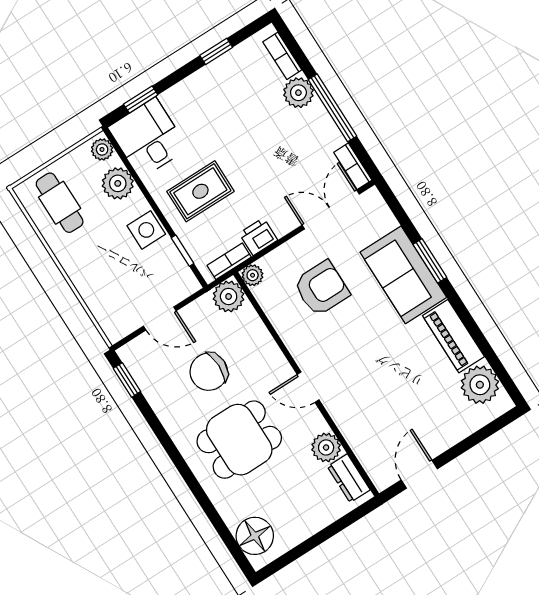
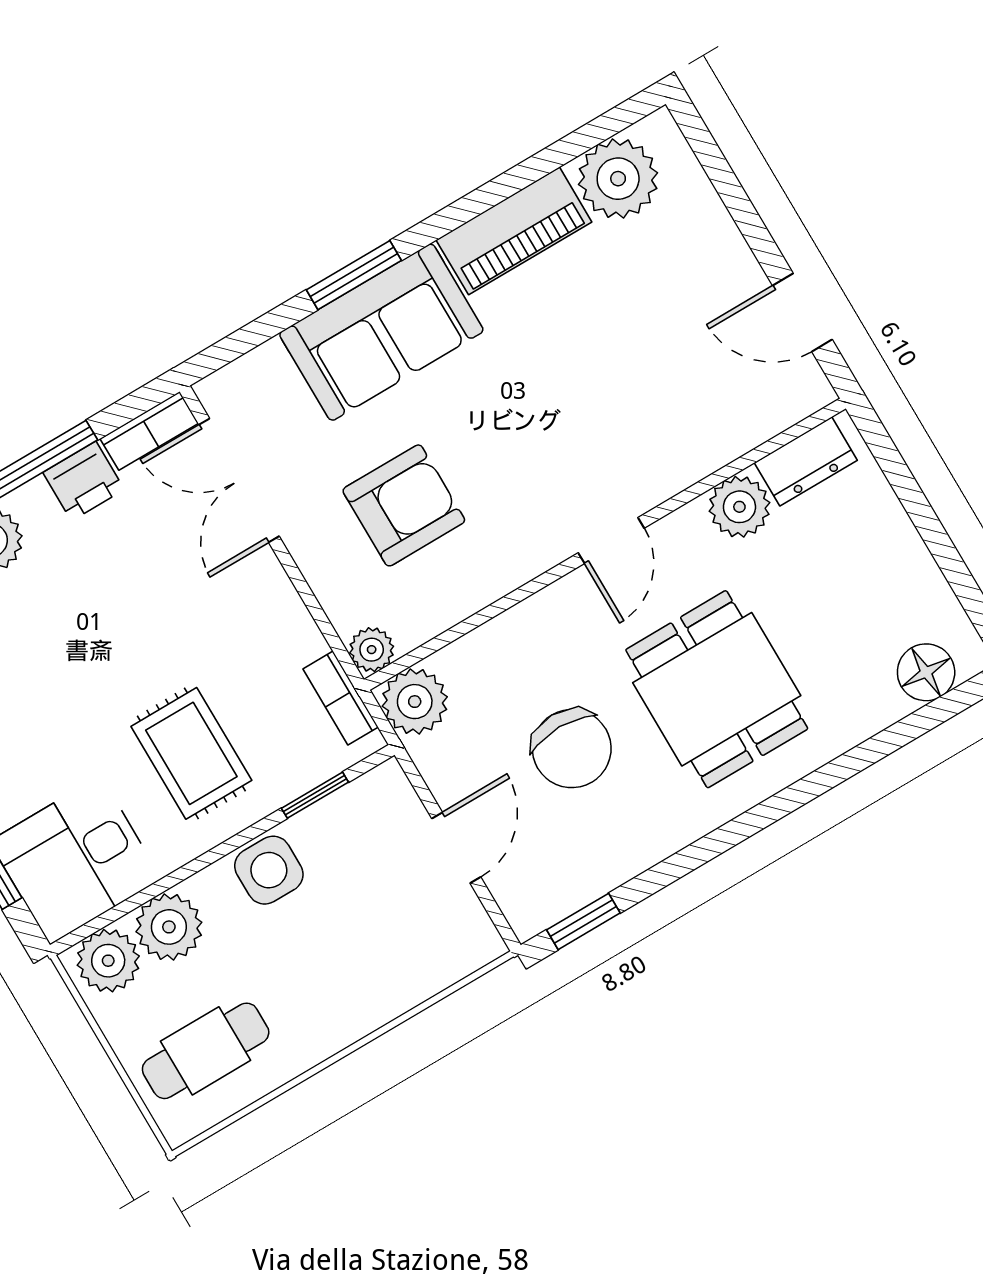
plant: (102, 149) -> (108, 961), width x1.38, depth x1.38
printer: (258, 237) -> (84, 481), moved, turned -90
armchair: (321, 288) -> (404, 505), turned 90
floor lamp: (255, 536) -> (926, 672), width x0.73, depth x0.73

